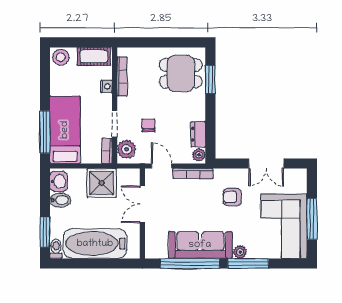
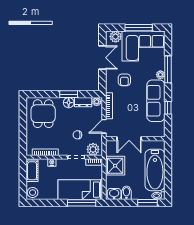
window: (210, 80) -> (69, 94), moved
floor lamp: (198, 112) -> (69, 103), added
plant: (298, 184) -> (116, 37), added
window: (190, 263) -> (168, 108), width x0.32

